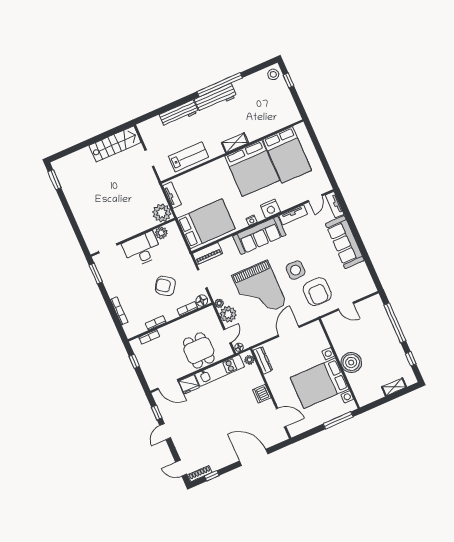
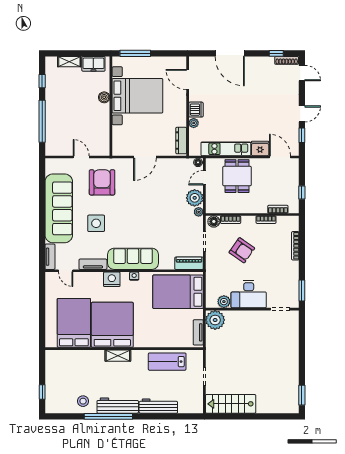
stool: (273, 74) -> (83, 401), moved
door: (315, 198) -> (66, 271), swing flipped
sofa: (345, 242) -> (59, 208), width x1.36, depth x1.27
side table: (296, 270) -> (96, 223), moved
grand piano: (259, 290) -> (156, 208), removed
plant: (249, 360) -> (194, 123), moved
boiler: (351, 363) -> (104, 97), width x0.54, depth x0.54
freezer: (371, 394) -> (93, 64), added

